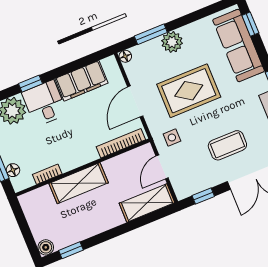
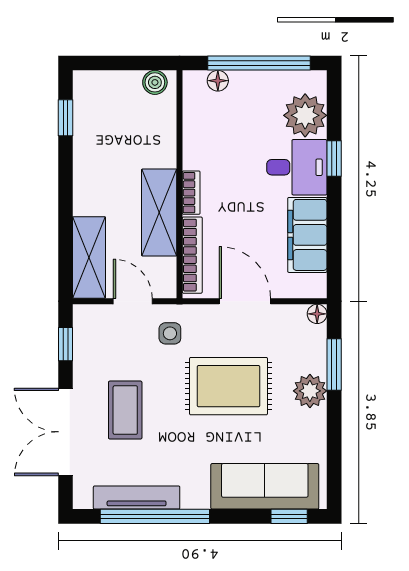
rug: (189, 91) -> (228, 386), turned 90
bookcase: (47, 174) -> (191, 193), moved
shelving: (79, 183) -> (159, 212), moved
boiler: (46, 247) -> (155, 82), moved

